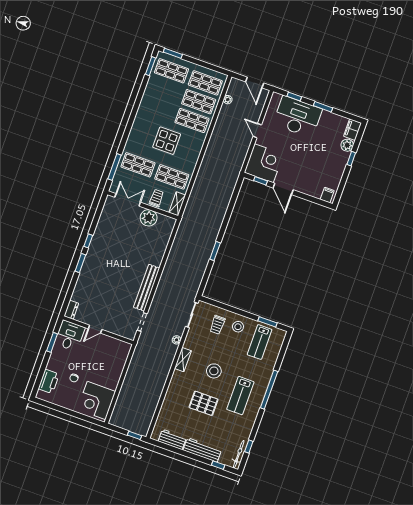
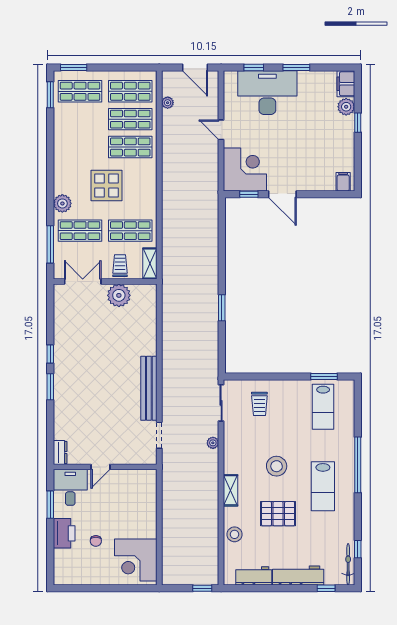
plant: (133, 142) -> (62, 203), added
stool: (238, 327) -> (234, 534), moved
shelving: (183, 360) -> (230, 490), moved
printer: (49, 381) -> (64, 533), moved

